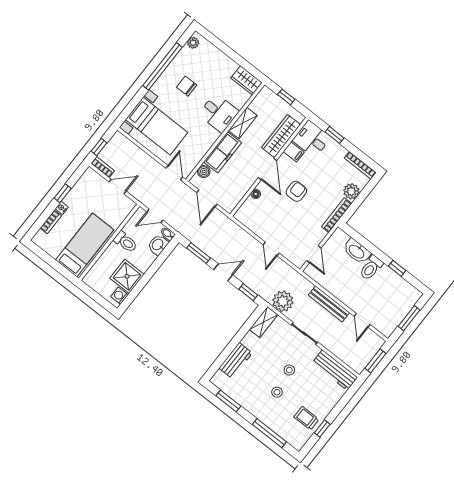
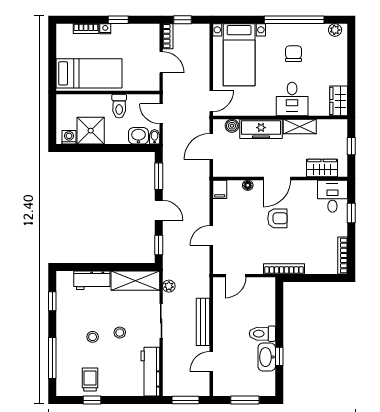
wardrobe: (281, 136) -> (322, 168), width x0.67
filing cabinet: (294, 152) -> (220, 189), moved
plant: (351, 191) -> (314, 265), removed
washbasin: (357, 251) -> (267, 357), moved
plant: (283, 301) -> (169, 286), width x0.53, depth x0.53
shelving: (263, 322) -> (135, 281), width x1.50, depth x1.33
window: (228, 401) -> (52, 301), width x0.67

